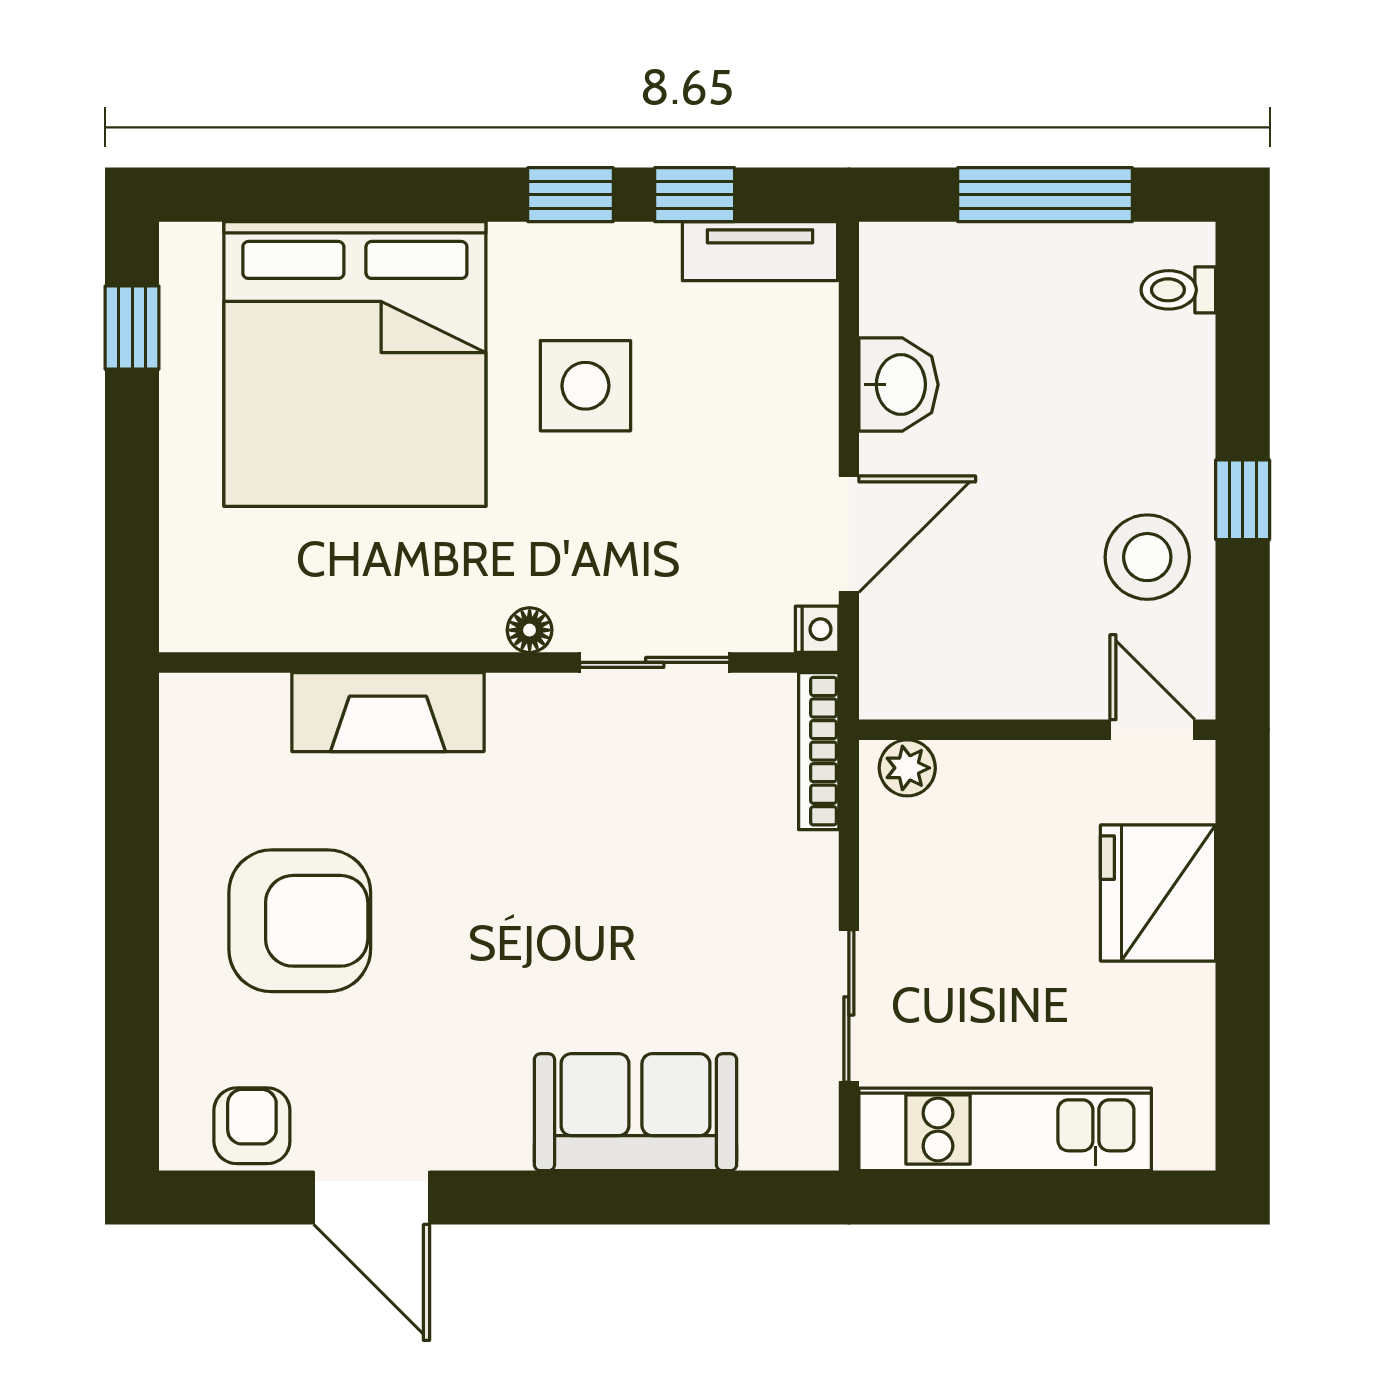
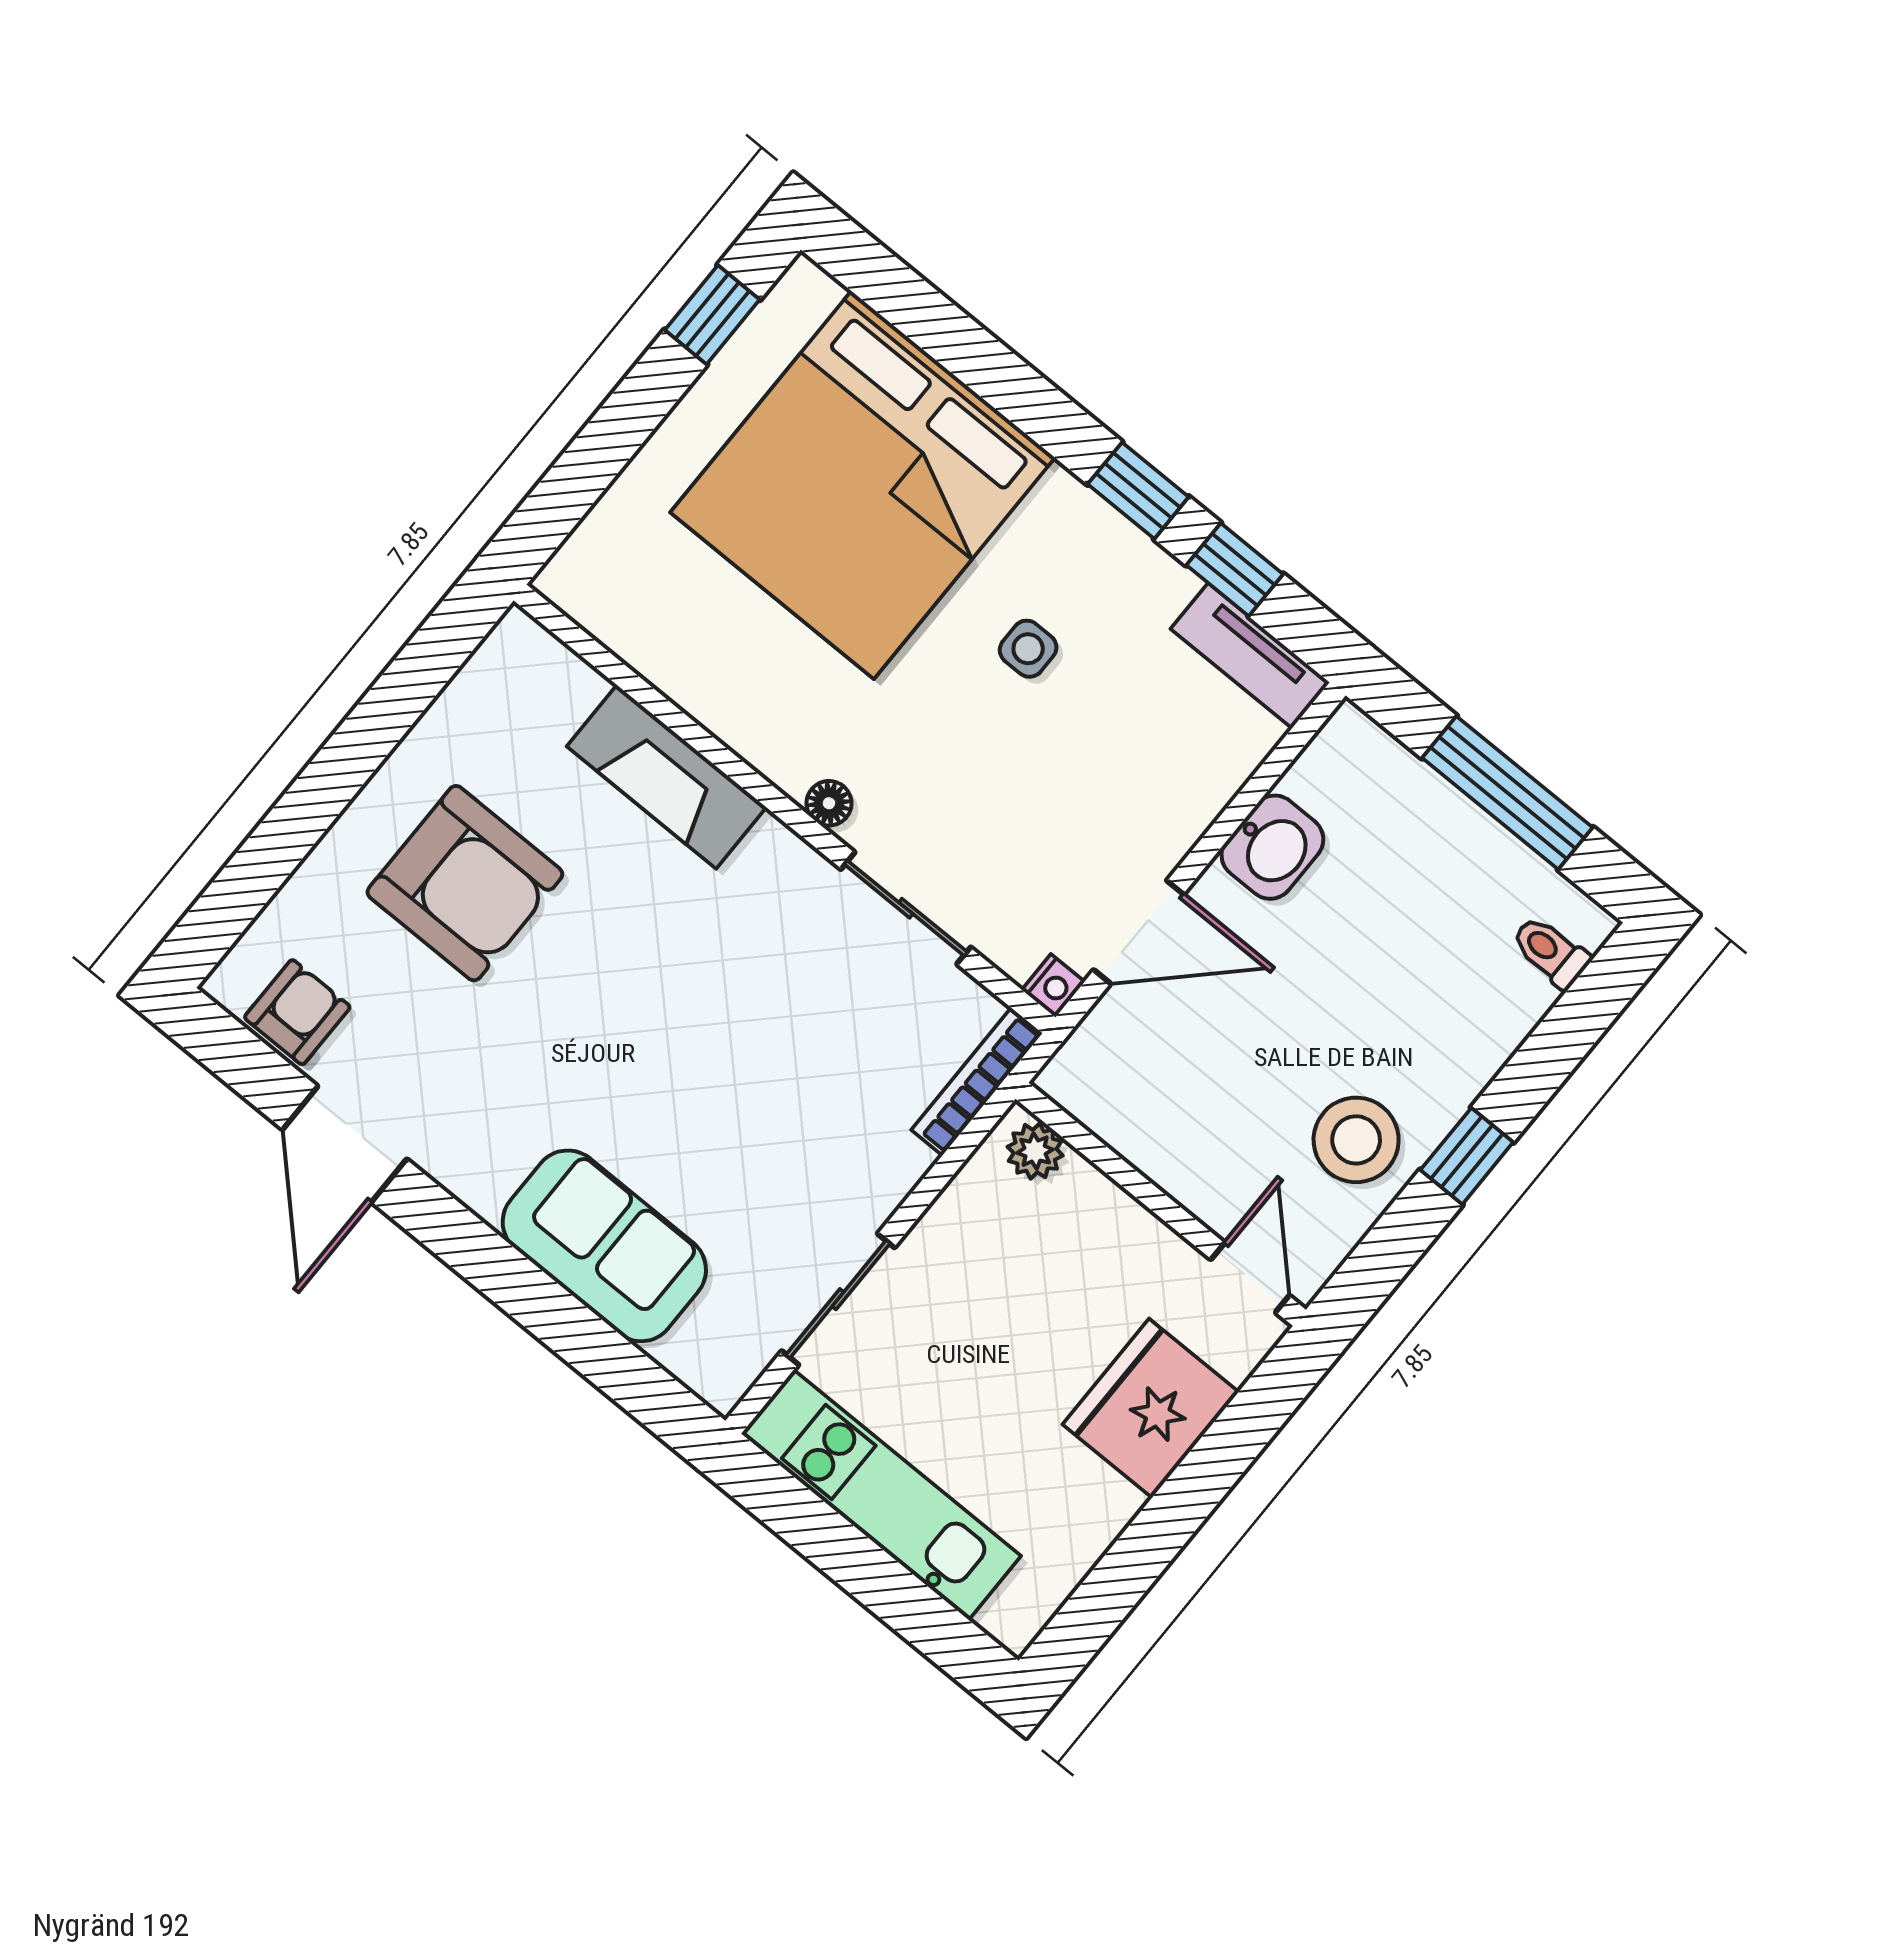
side table: (585, 386) -> (1028, 649), width x0.54, depth x0.54

